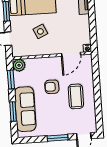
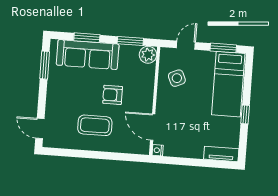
side table: (40, 31) -> (177, 78), moved
armchair: (52, 87) -> (113, 95), turned -90
window: (58, 138) -> (45, 65), moved

